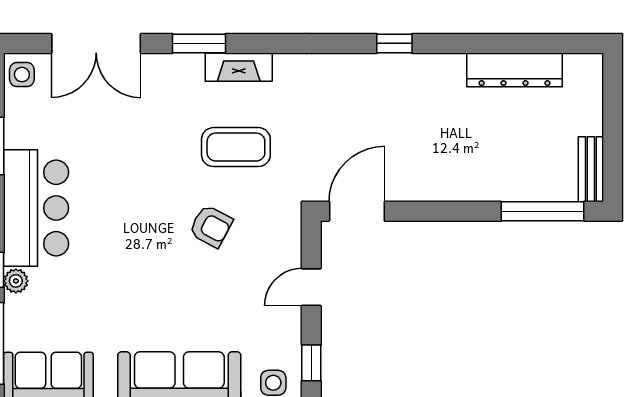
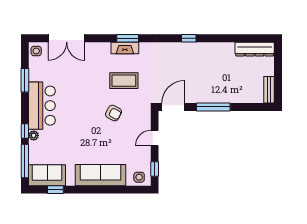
window: (199, 43) -> (128, 38), moved
dresser: (515, 70) -> (255, 49), moved
window: (542, 211) -> (213, 107), moved

